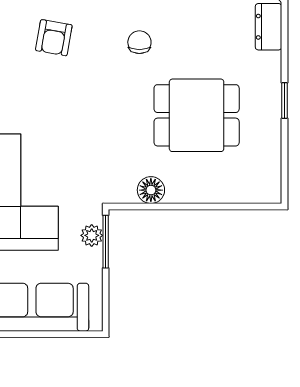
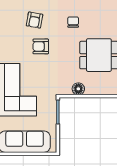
armchair: (68, 96) -> (41, 46), added
plant: (92, 235) -> (52, 109), removed

